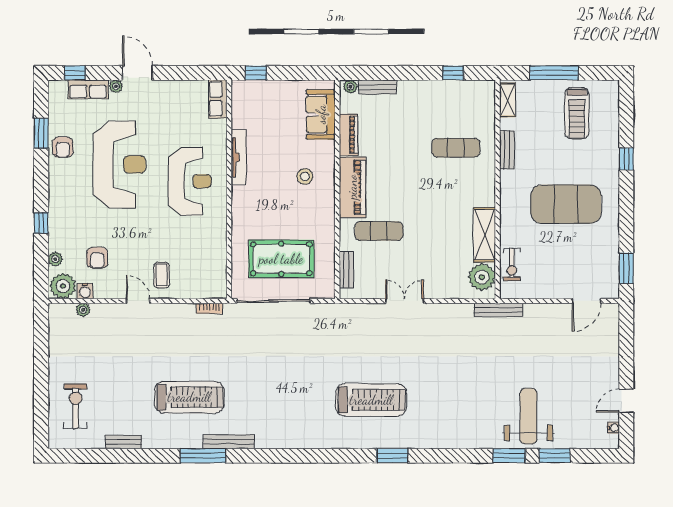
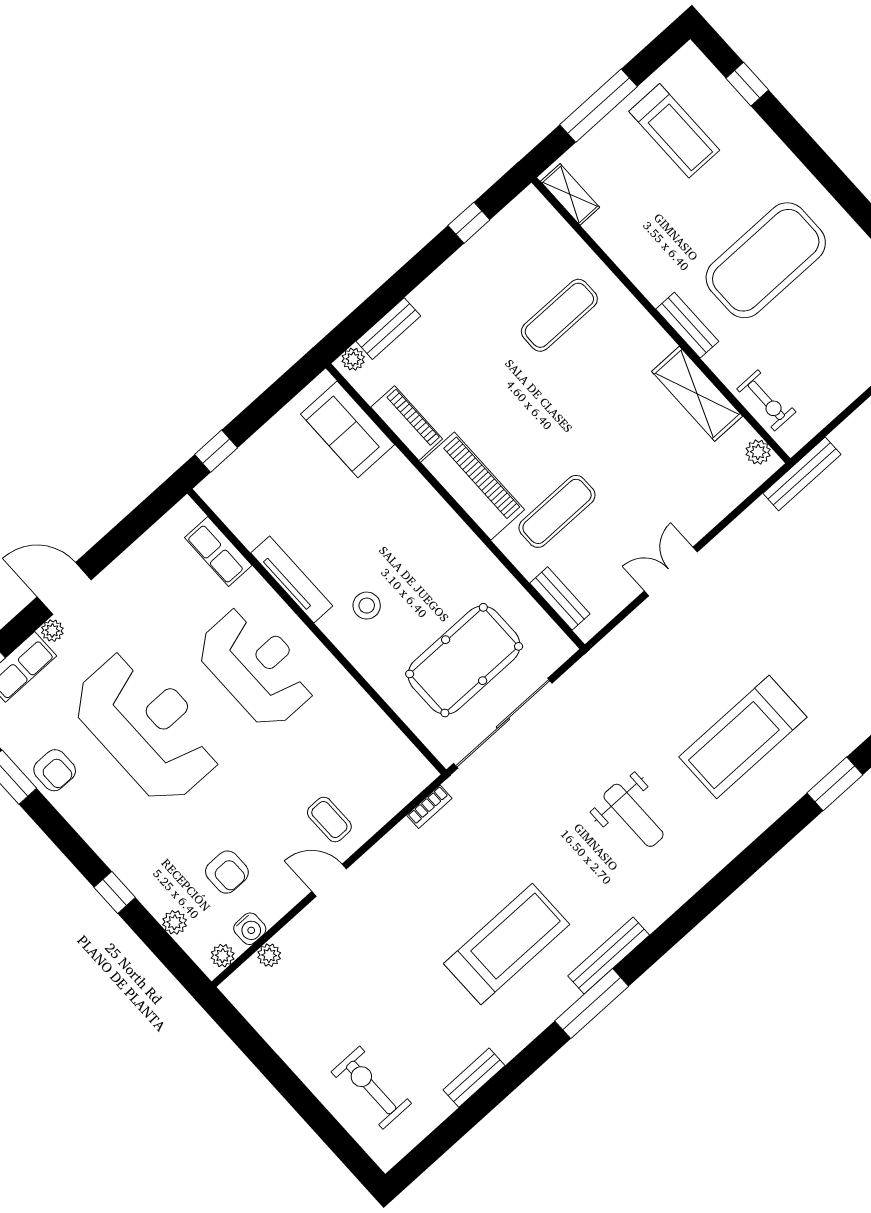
row of seats: (218, 99) -> (218, 552), moved
bench: (507, 150) -> (687, 325), moved
window: (626, 159) -> (747, 84), moved
stool: (305, 176) -> (367, 606), moved
plant: (482, 277) -> (758, 452), width x0.53, depth x0.53
plant: (63, 286) -> (223, 956), width x0.53, depth x0.53
weight bench: (294, 391) -> (634, 815), added
treadmill: (371, 400) -> (743, 737), turned 180

